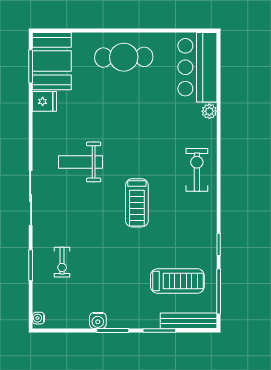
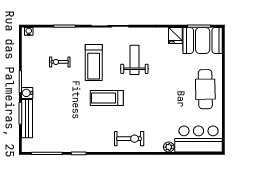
exercise bike: (62, 262) -> (60, 62), moved
treadmill: (177, 281) -> (94, 63), moved
water cooler: (98, 320) -> (27, 93), moved
bench: (189, 321) -> (27, 119), moved

